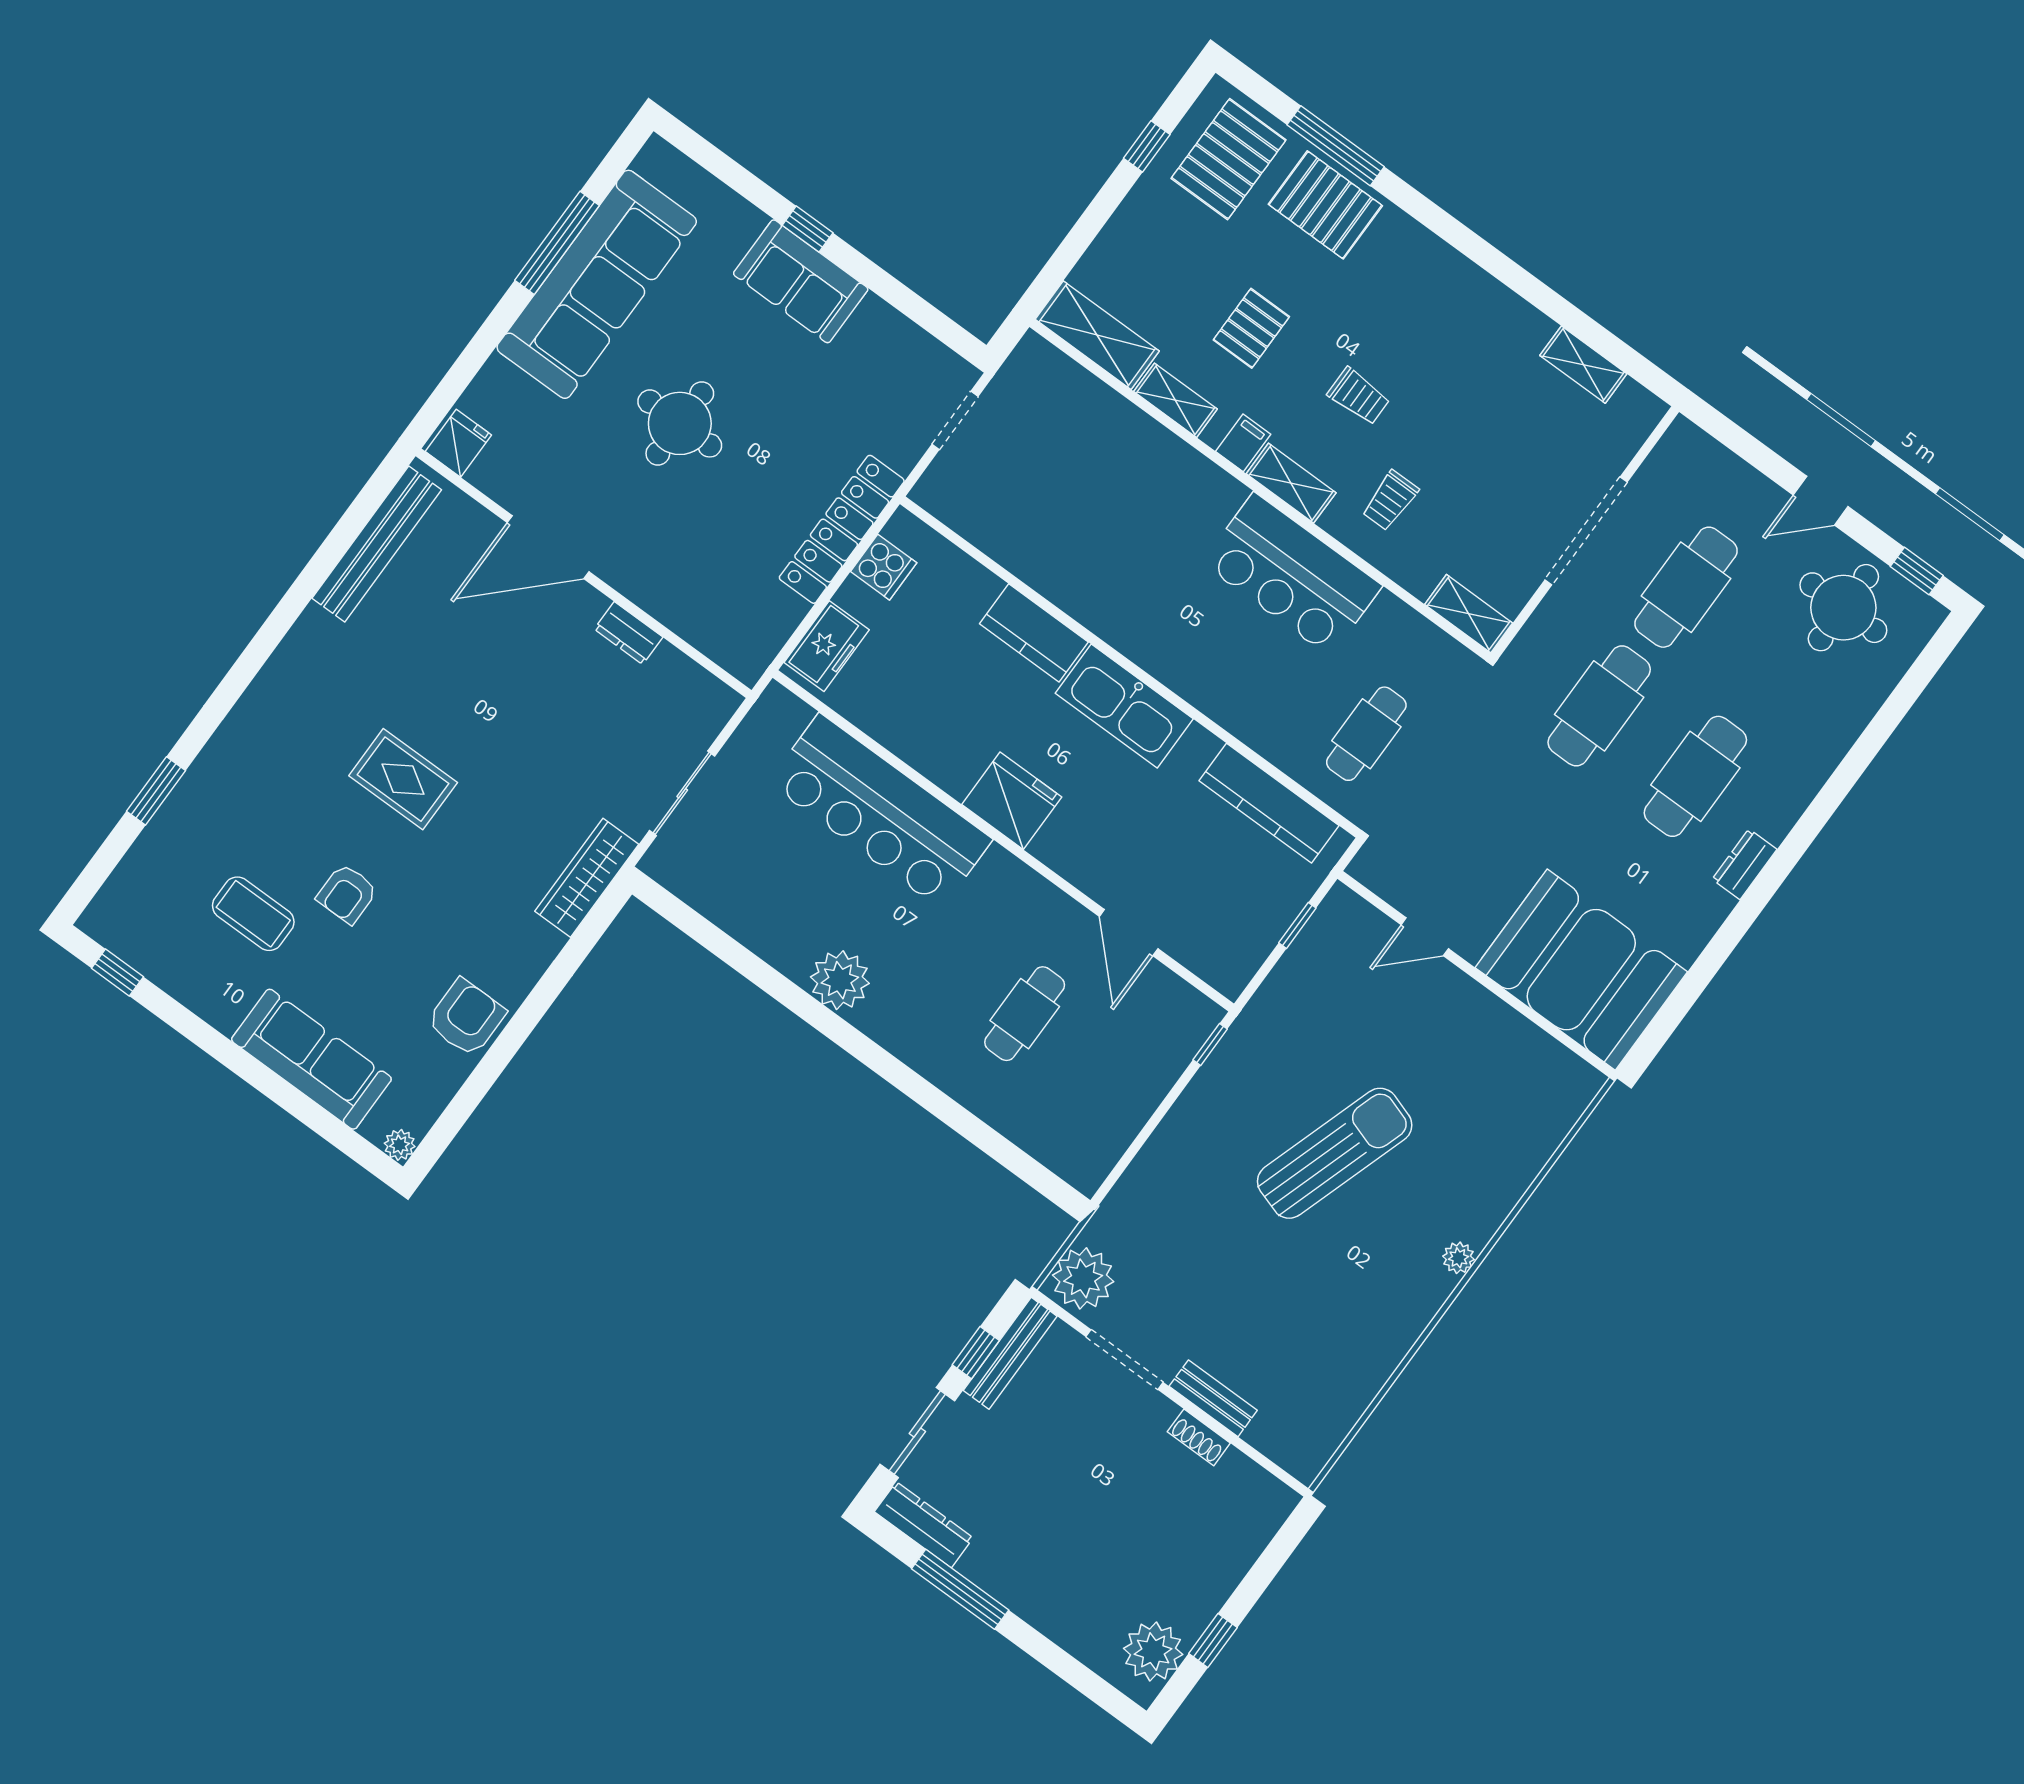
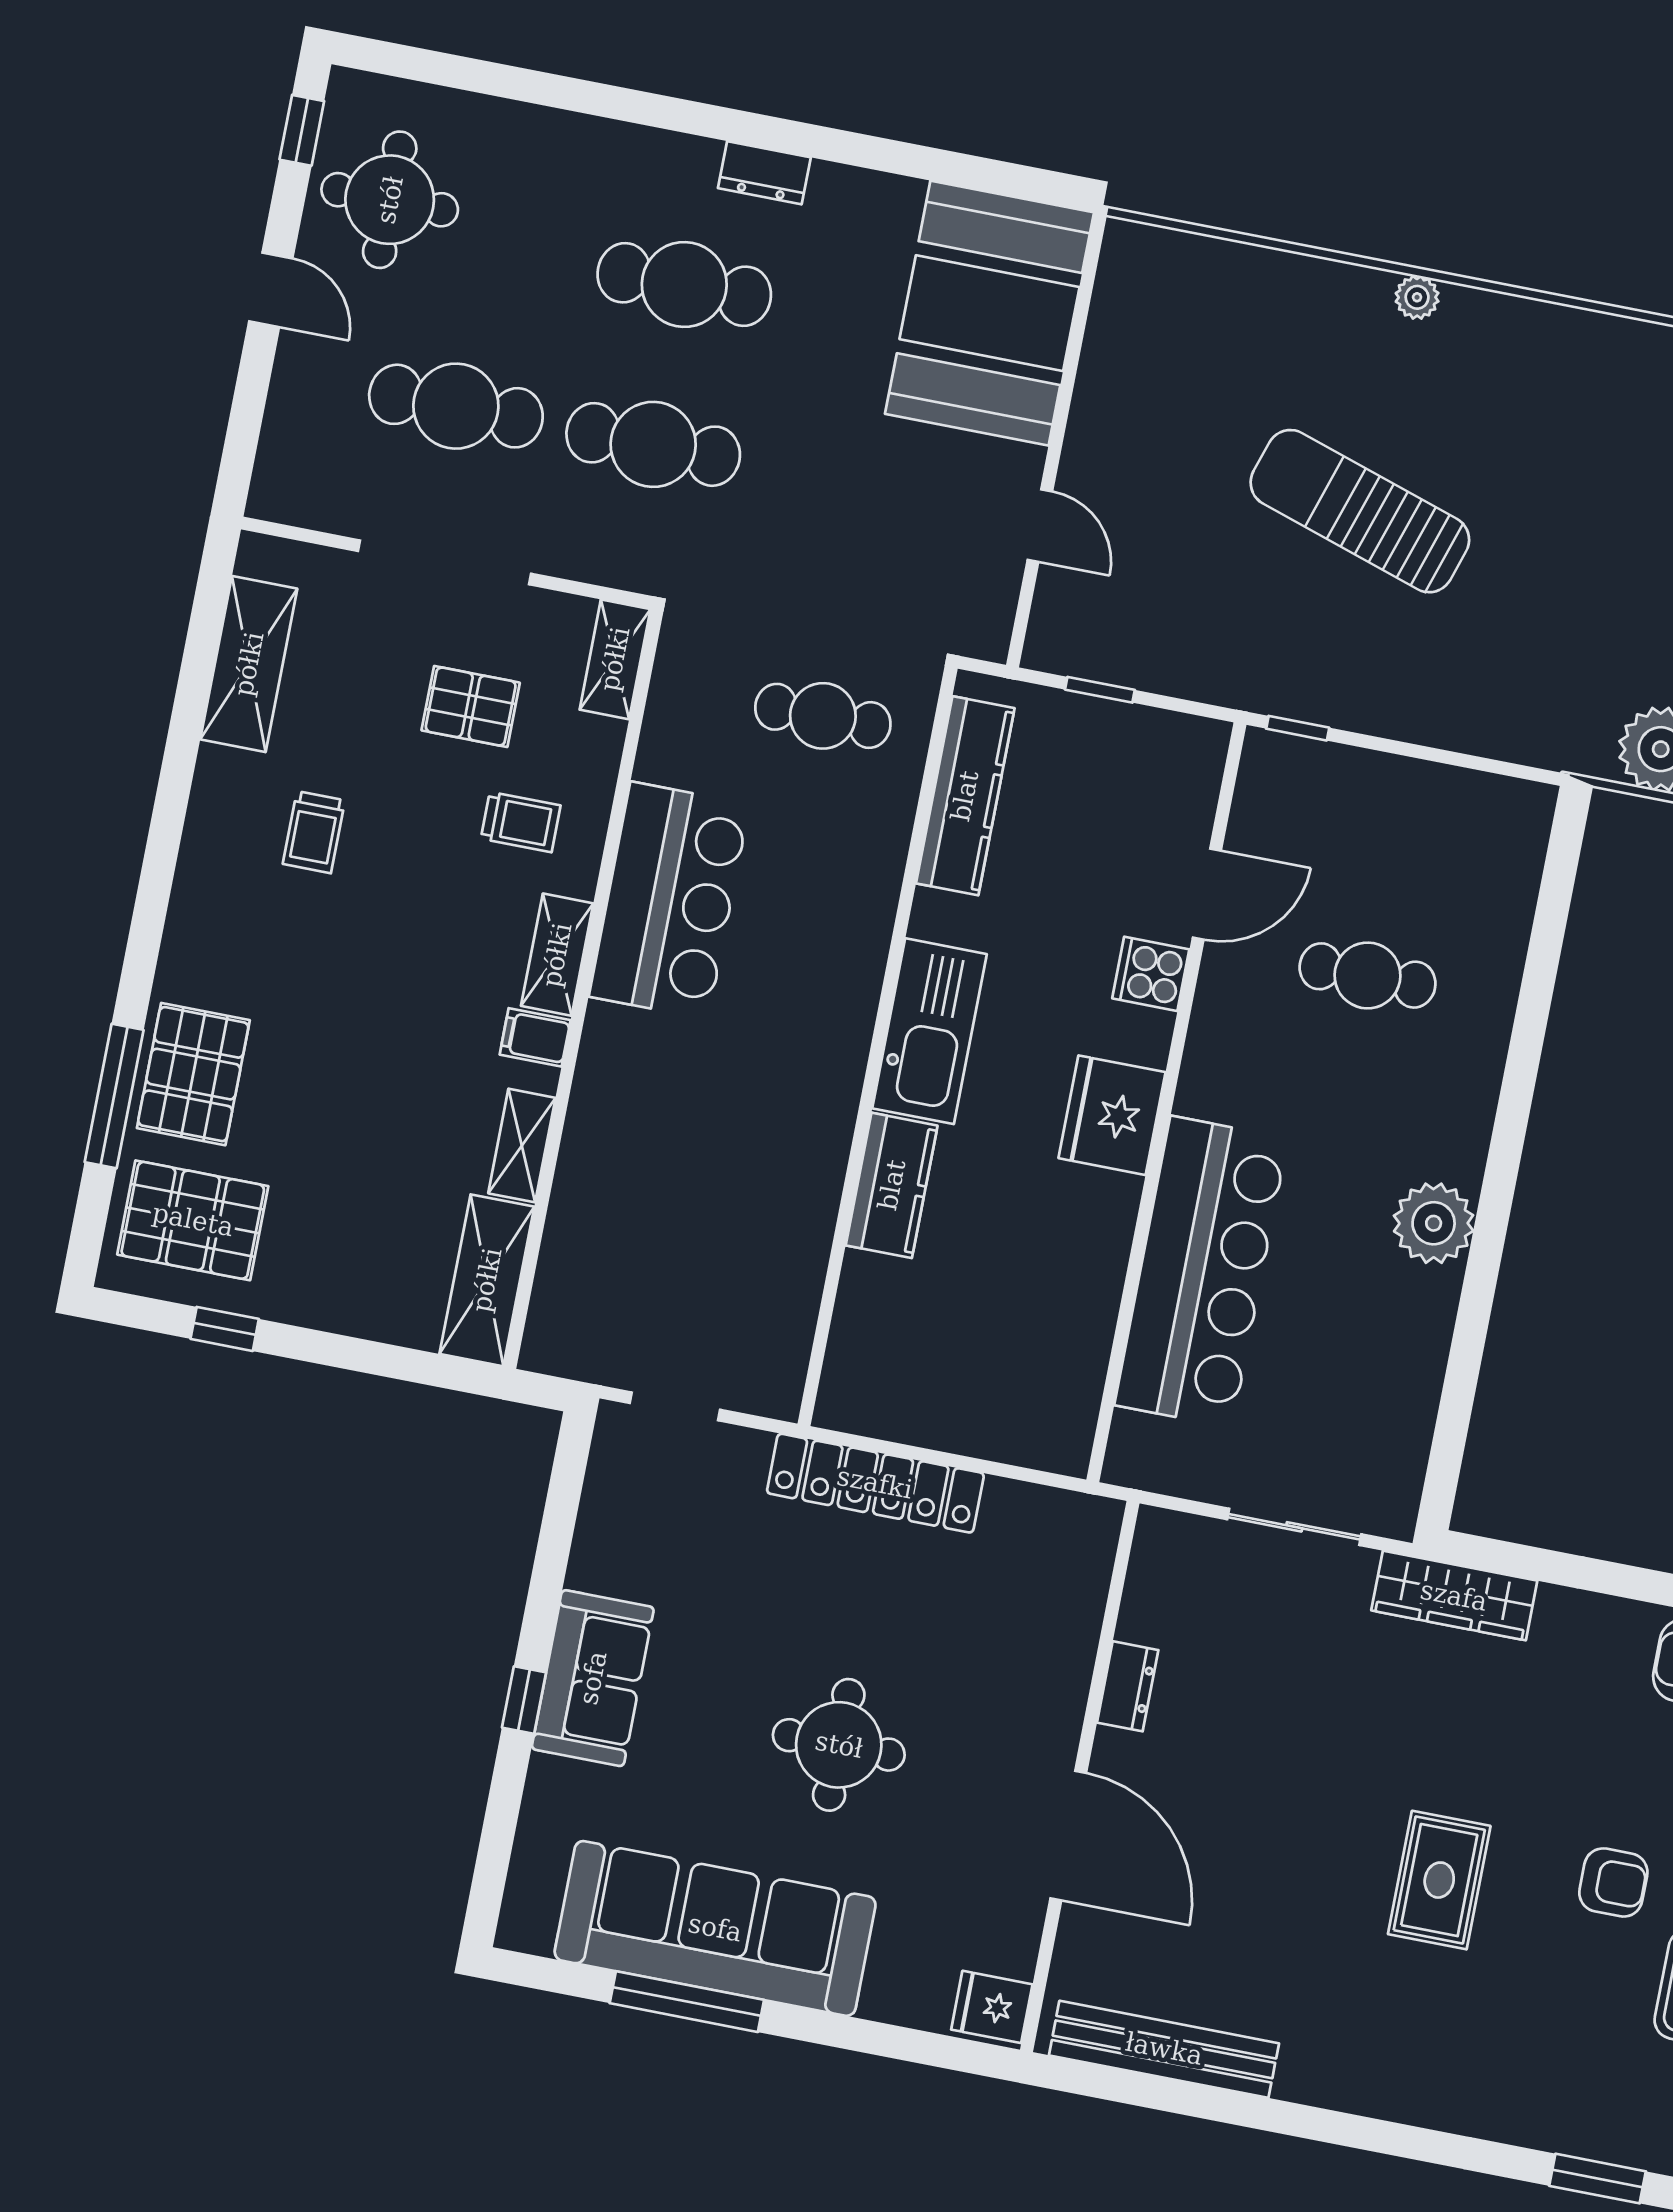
pallet: (1251, 328) -> (471, 706), moved
shelving: (1583, 365) -> (249, 664), width x1.50, depth x1.33
trolley: (1359, 396) -> (314, 832), moved, turned 180
cooker: (884, 567) -> (1151, 974), moved, turned -90
freezer: (827, 646) -> (1028, 1434), removed

